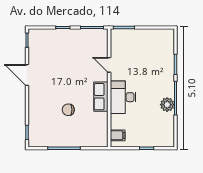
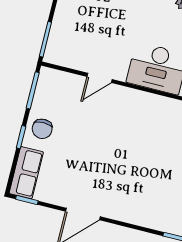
row of seats: (101, 97) -> (26, 173), moved, turned -90
chair: (68, 110) -> (42, 129), moved

